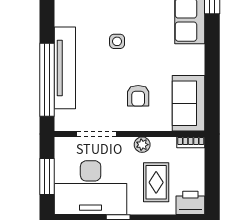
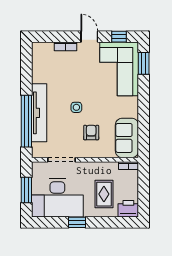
side table: (117, 41) -> (76, 107), moved
armchair: (138, 96) -> (91, 133), turned 180
plant: (142, 145) -> (94, 167), removed

